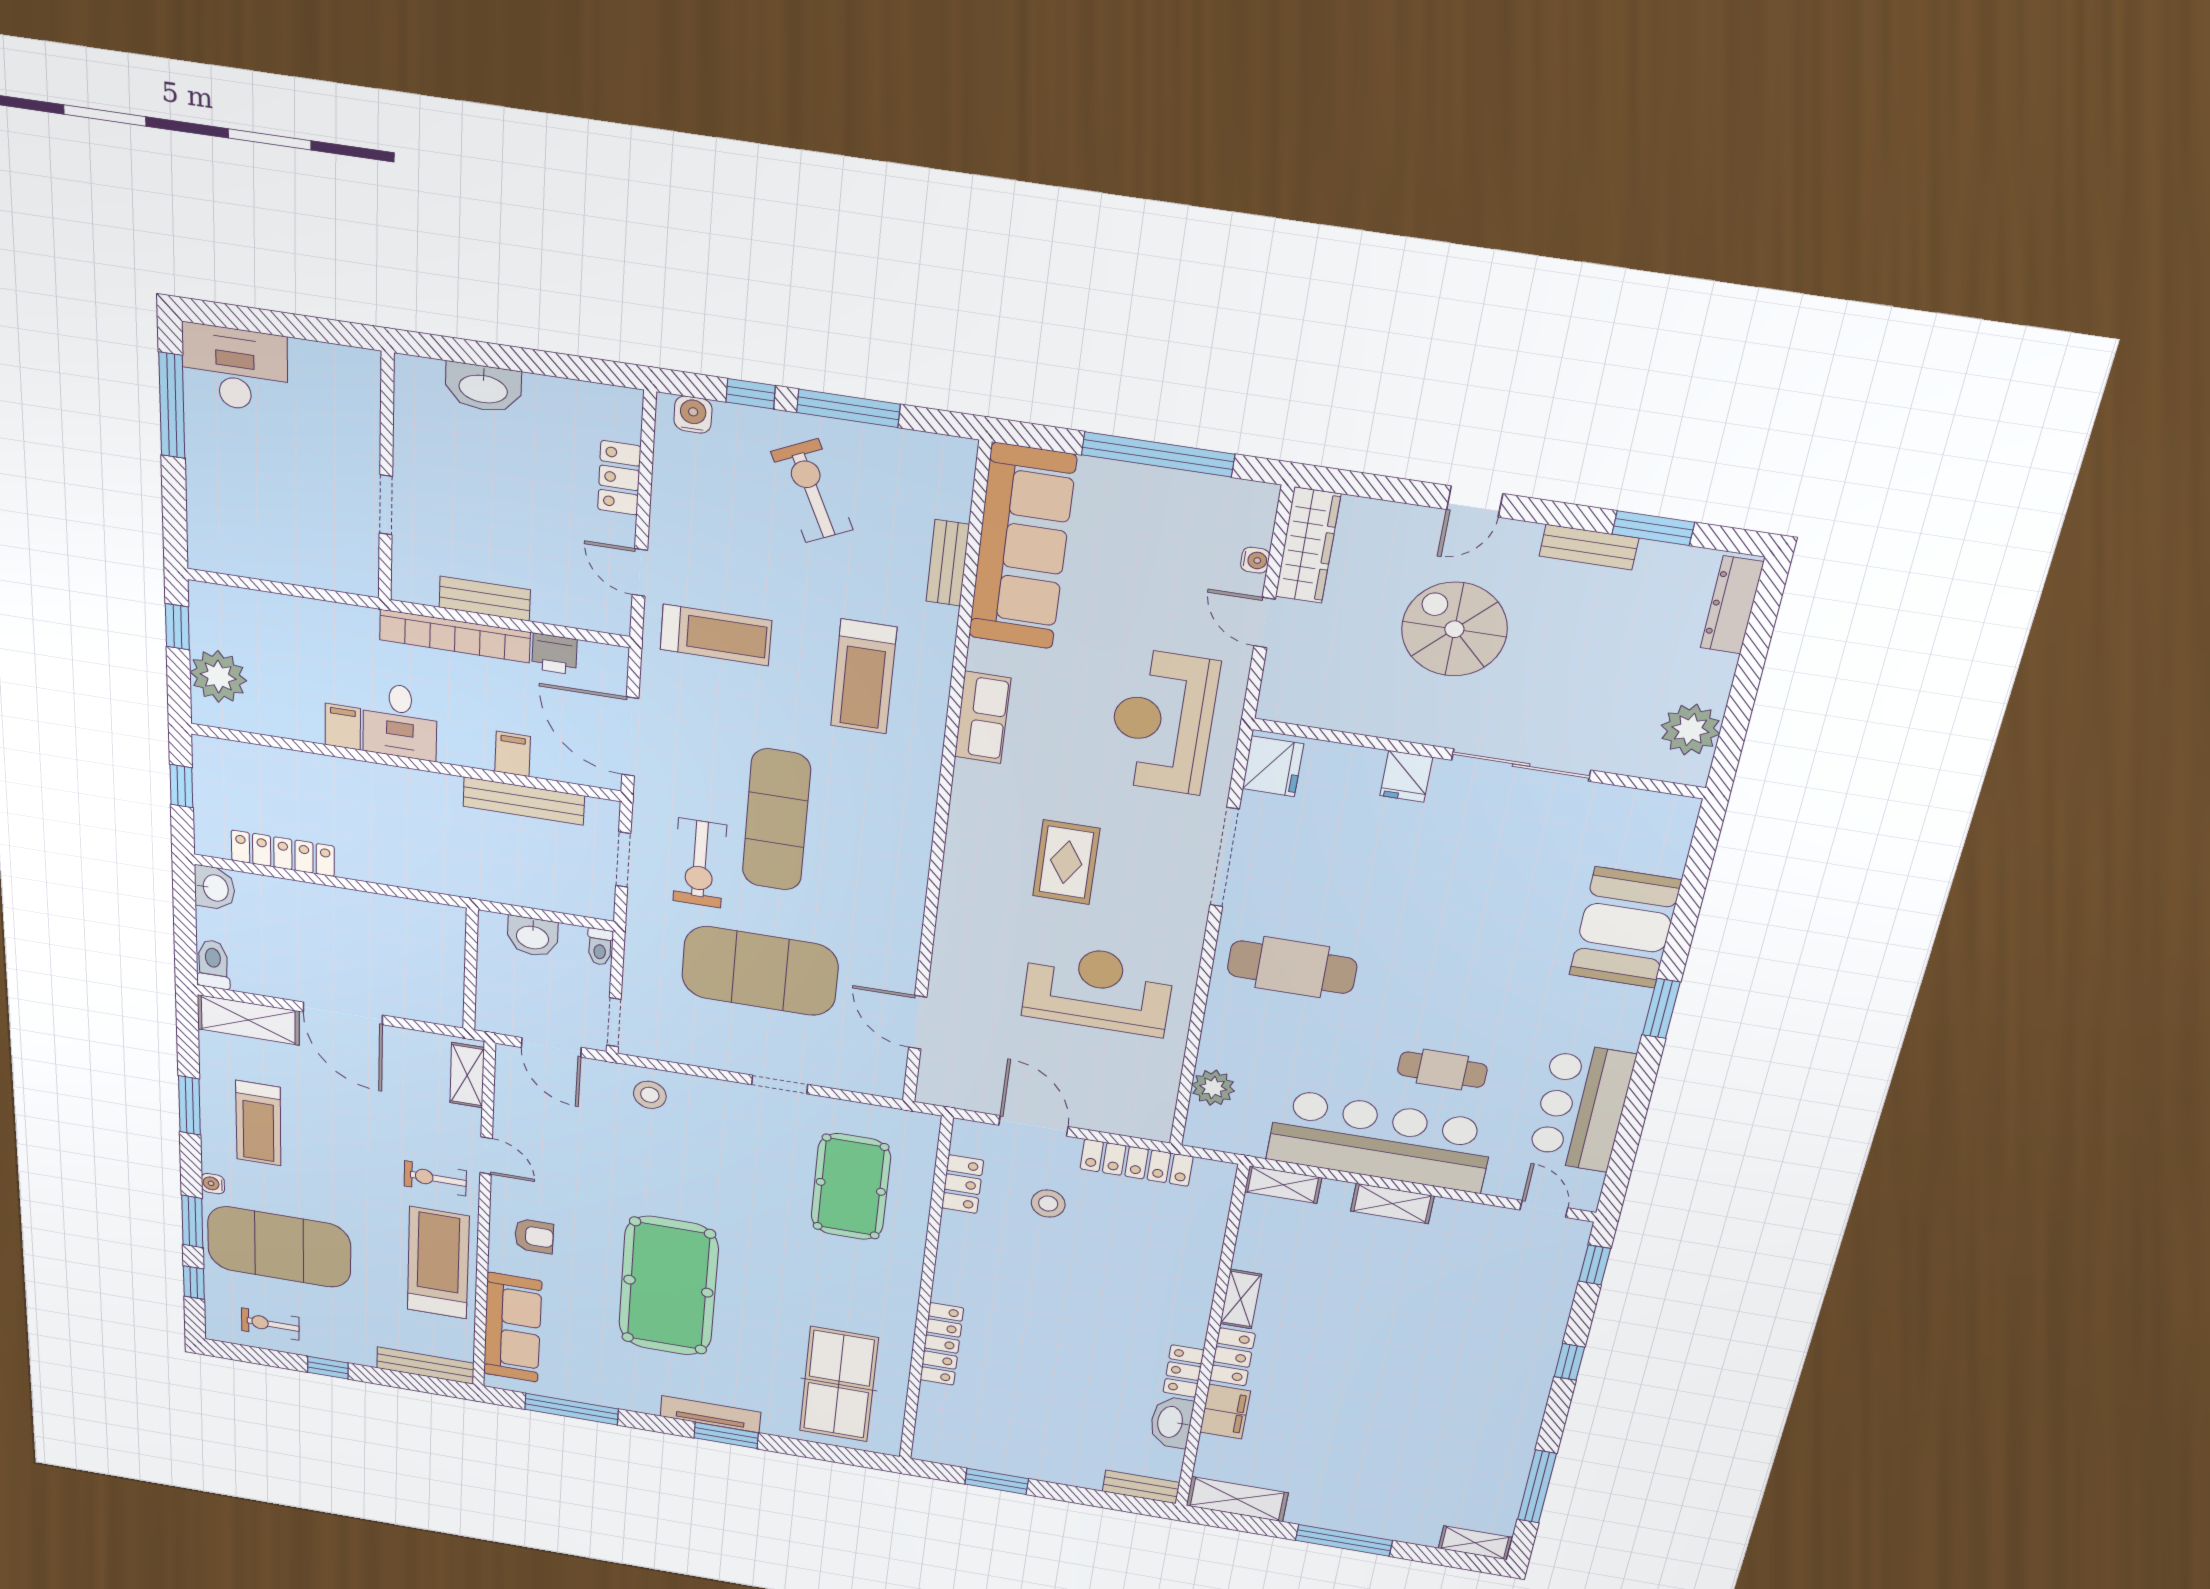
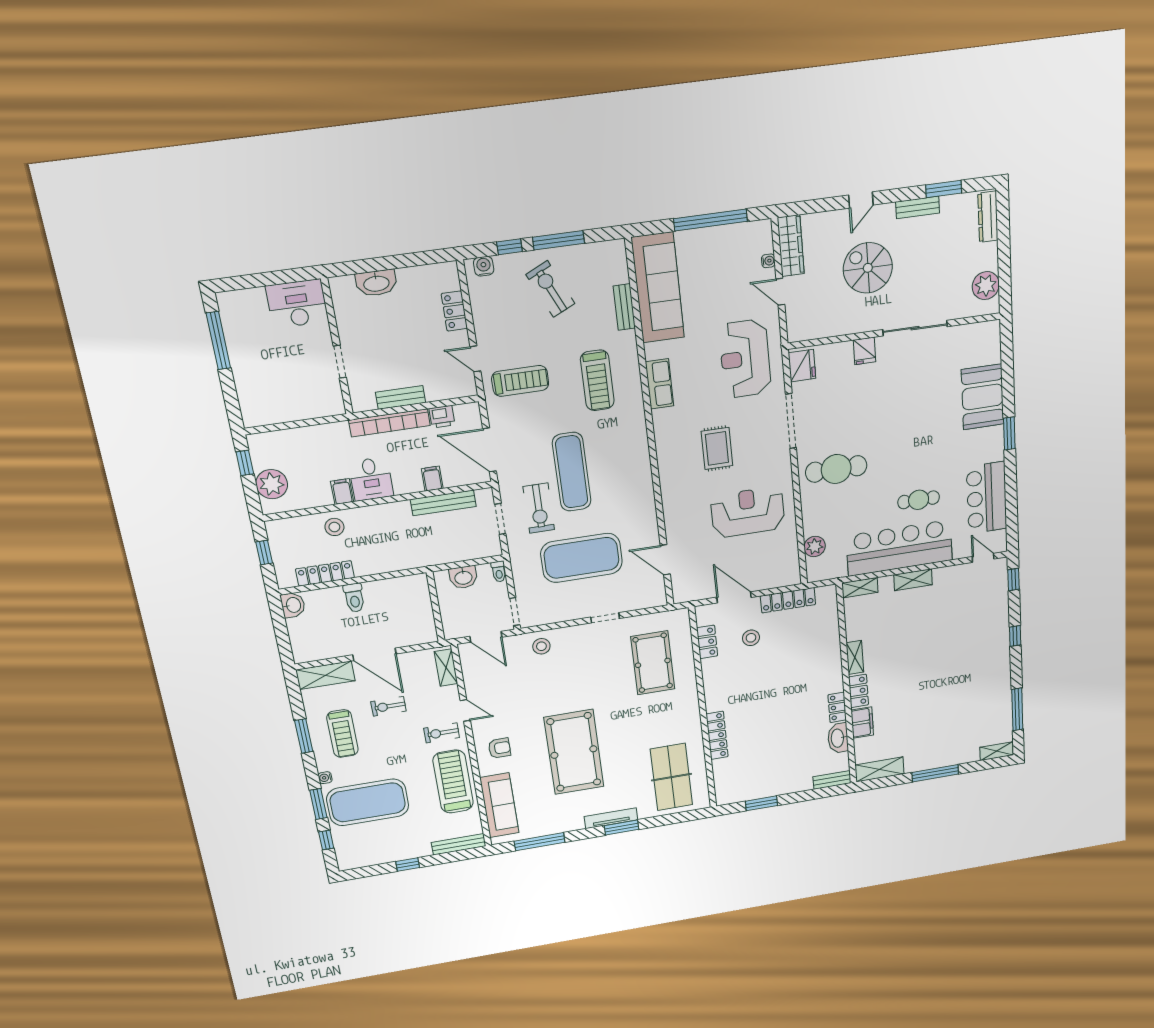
desk: (235, 368) -> (297, 304), moved
stool: (316, 782) -> (334, 527), added
toilet: (213, 964) -> (354, 598), moved, turned 180
exercise bike: (270, 1324) -> (388, 706), moved

